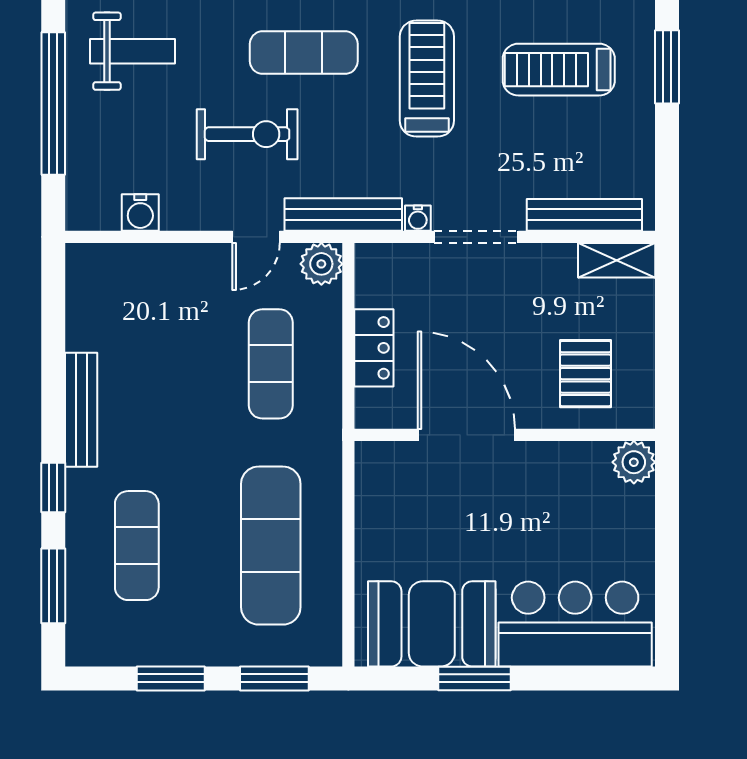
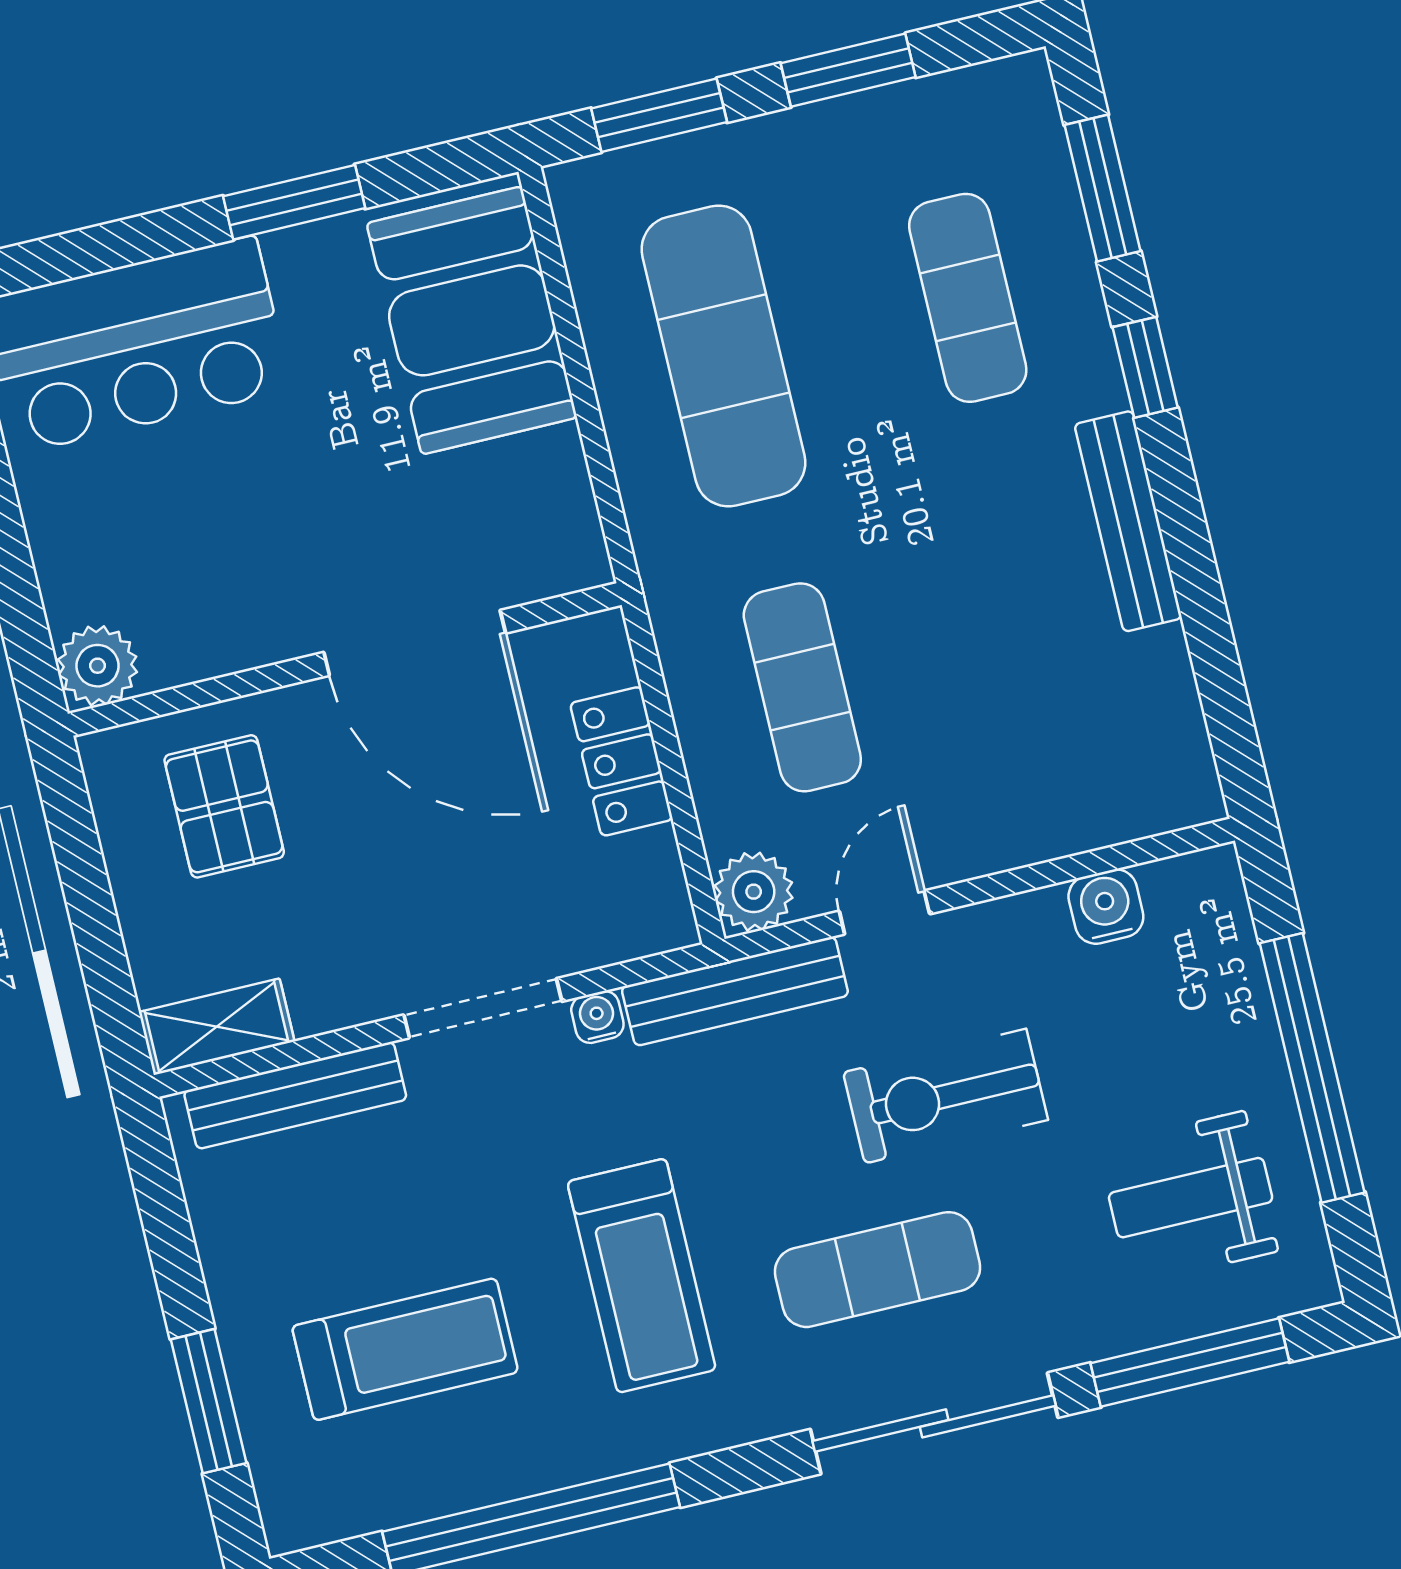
booth: (432, 624) -> (472, 320), moved, turned 90

